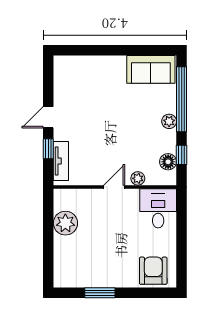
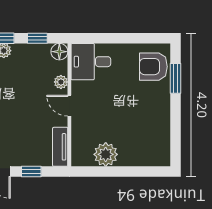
tv unit: (61, 161) -> (60, 147), moved, turned -90
floor lamp: (168, 162) -> (59, 52), moved
window: (100, 293) -> (175, 78), moved

